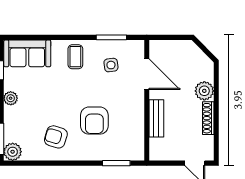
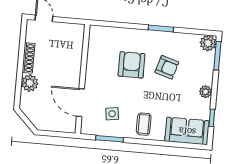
bench: (156, 118) -> (75, 62), removed
armchair: (56, 137) -> (167, 67), moved
window: (116, 163) -> (161, 29), moved

